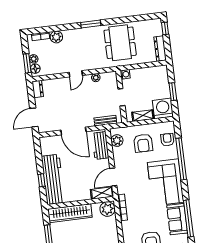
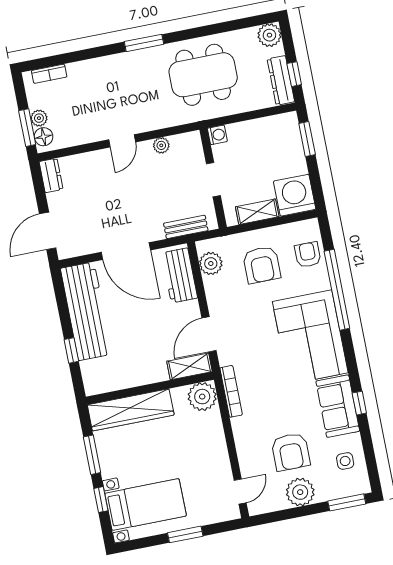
window: (165, 28) -> (294, 74), moved
plant: (56, 37) -> (269, 35), moved
dining table: (120, 43) -> (203, 75), turned 90
window: (173, 92) -> (307, 139), moved
workbench: (53, 179) -> (86, 311), moved
window: (188, 218) -> (359, 403), width x0.32

